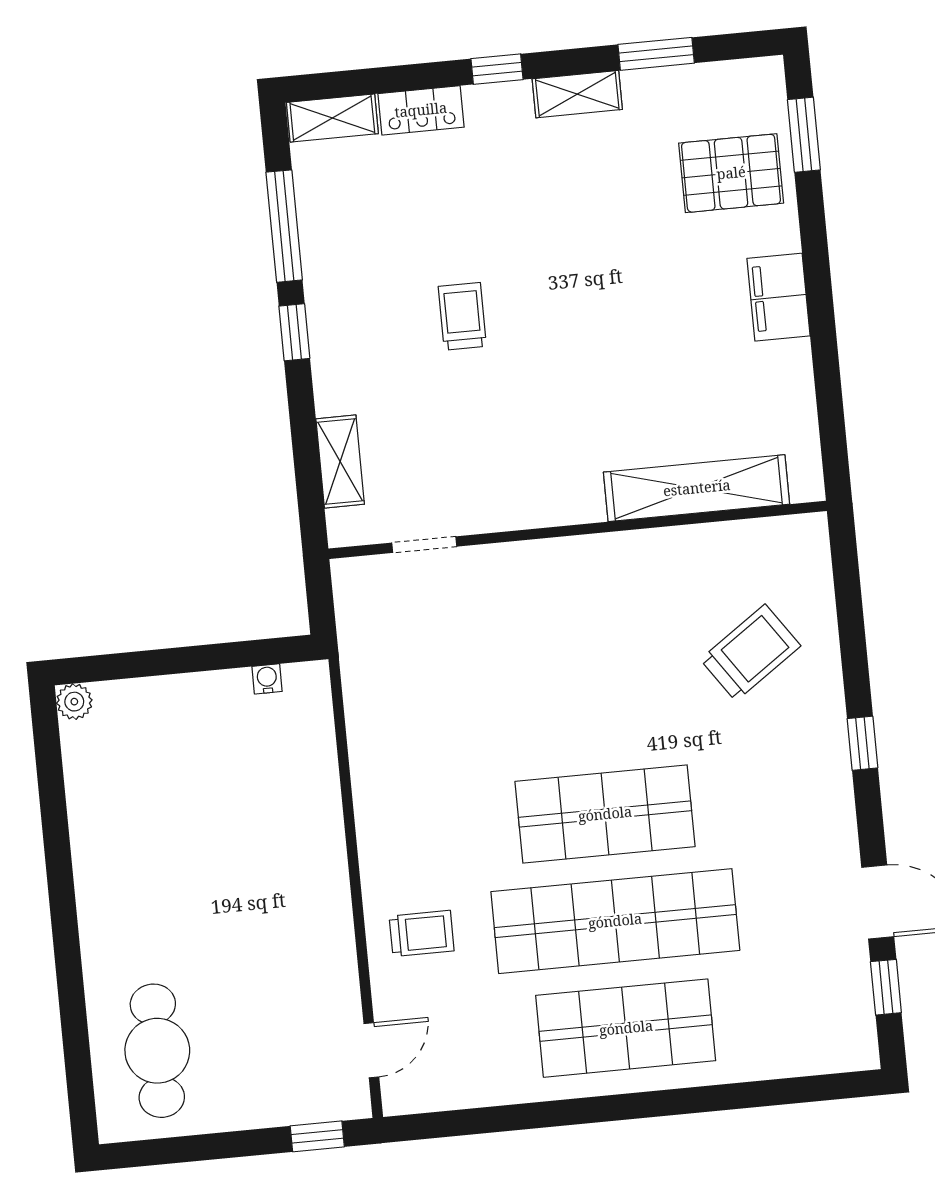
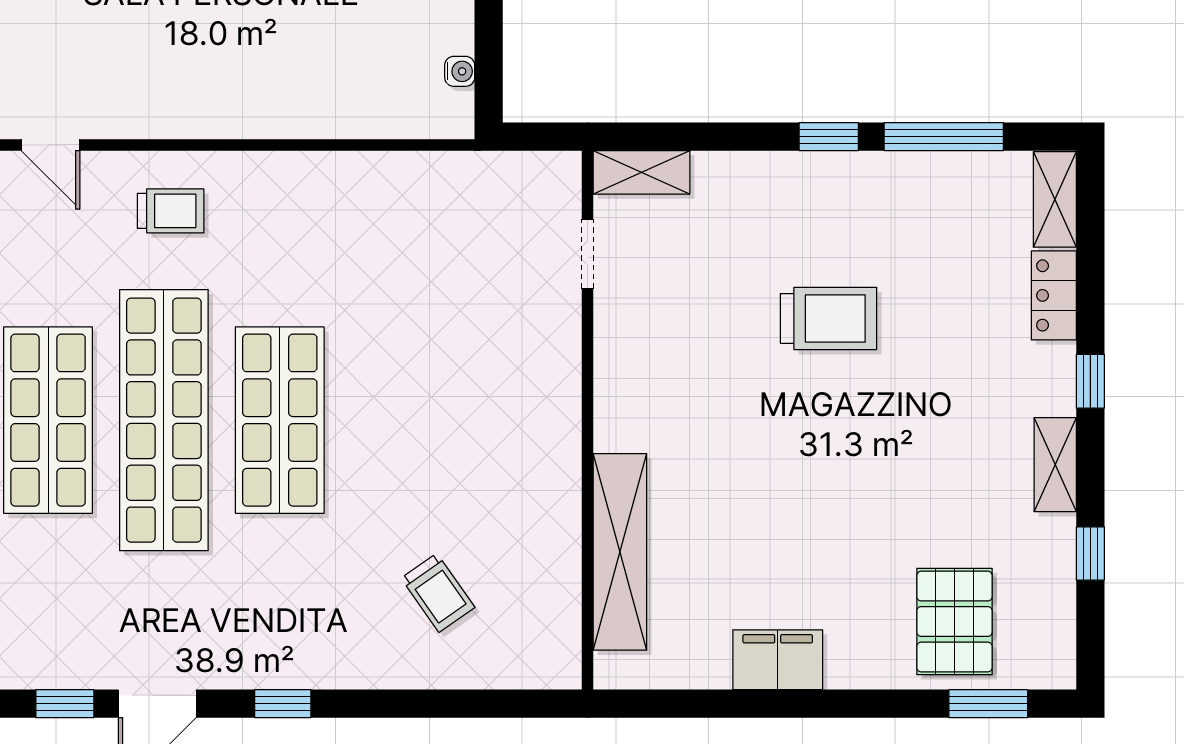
window: (656, 54) -> (1090, 553), width x0.67
filing cabinet: (779, 297) -> (778, 660), moved
trolley: (462, 316) -> (829, 318), width x1.36, depth x1.39
shelving: (340, 461) -> (641, 172), moved
trolley: (750, 653) -> (438, 593), width x0.73, depth x0.72
window: (862, 743) -> (283, 704), moved
trolley: (422, 933) -> (171, 211), turned -90

